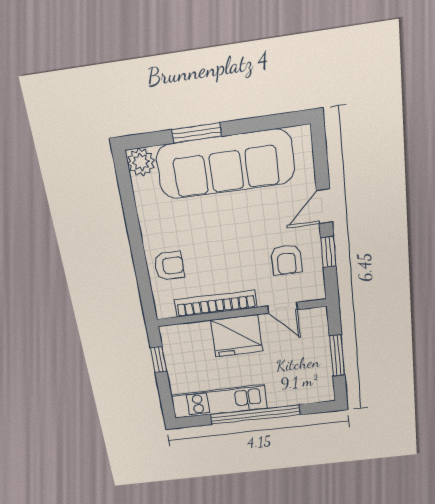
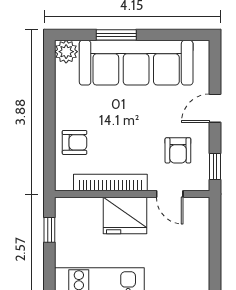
window: (328, 252) -> (215, 167), moved
window: (337, 356) -> (215, 247), removed

